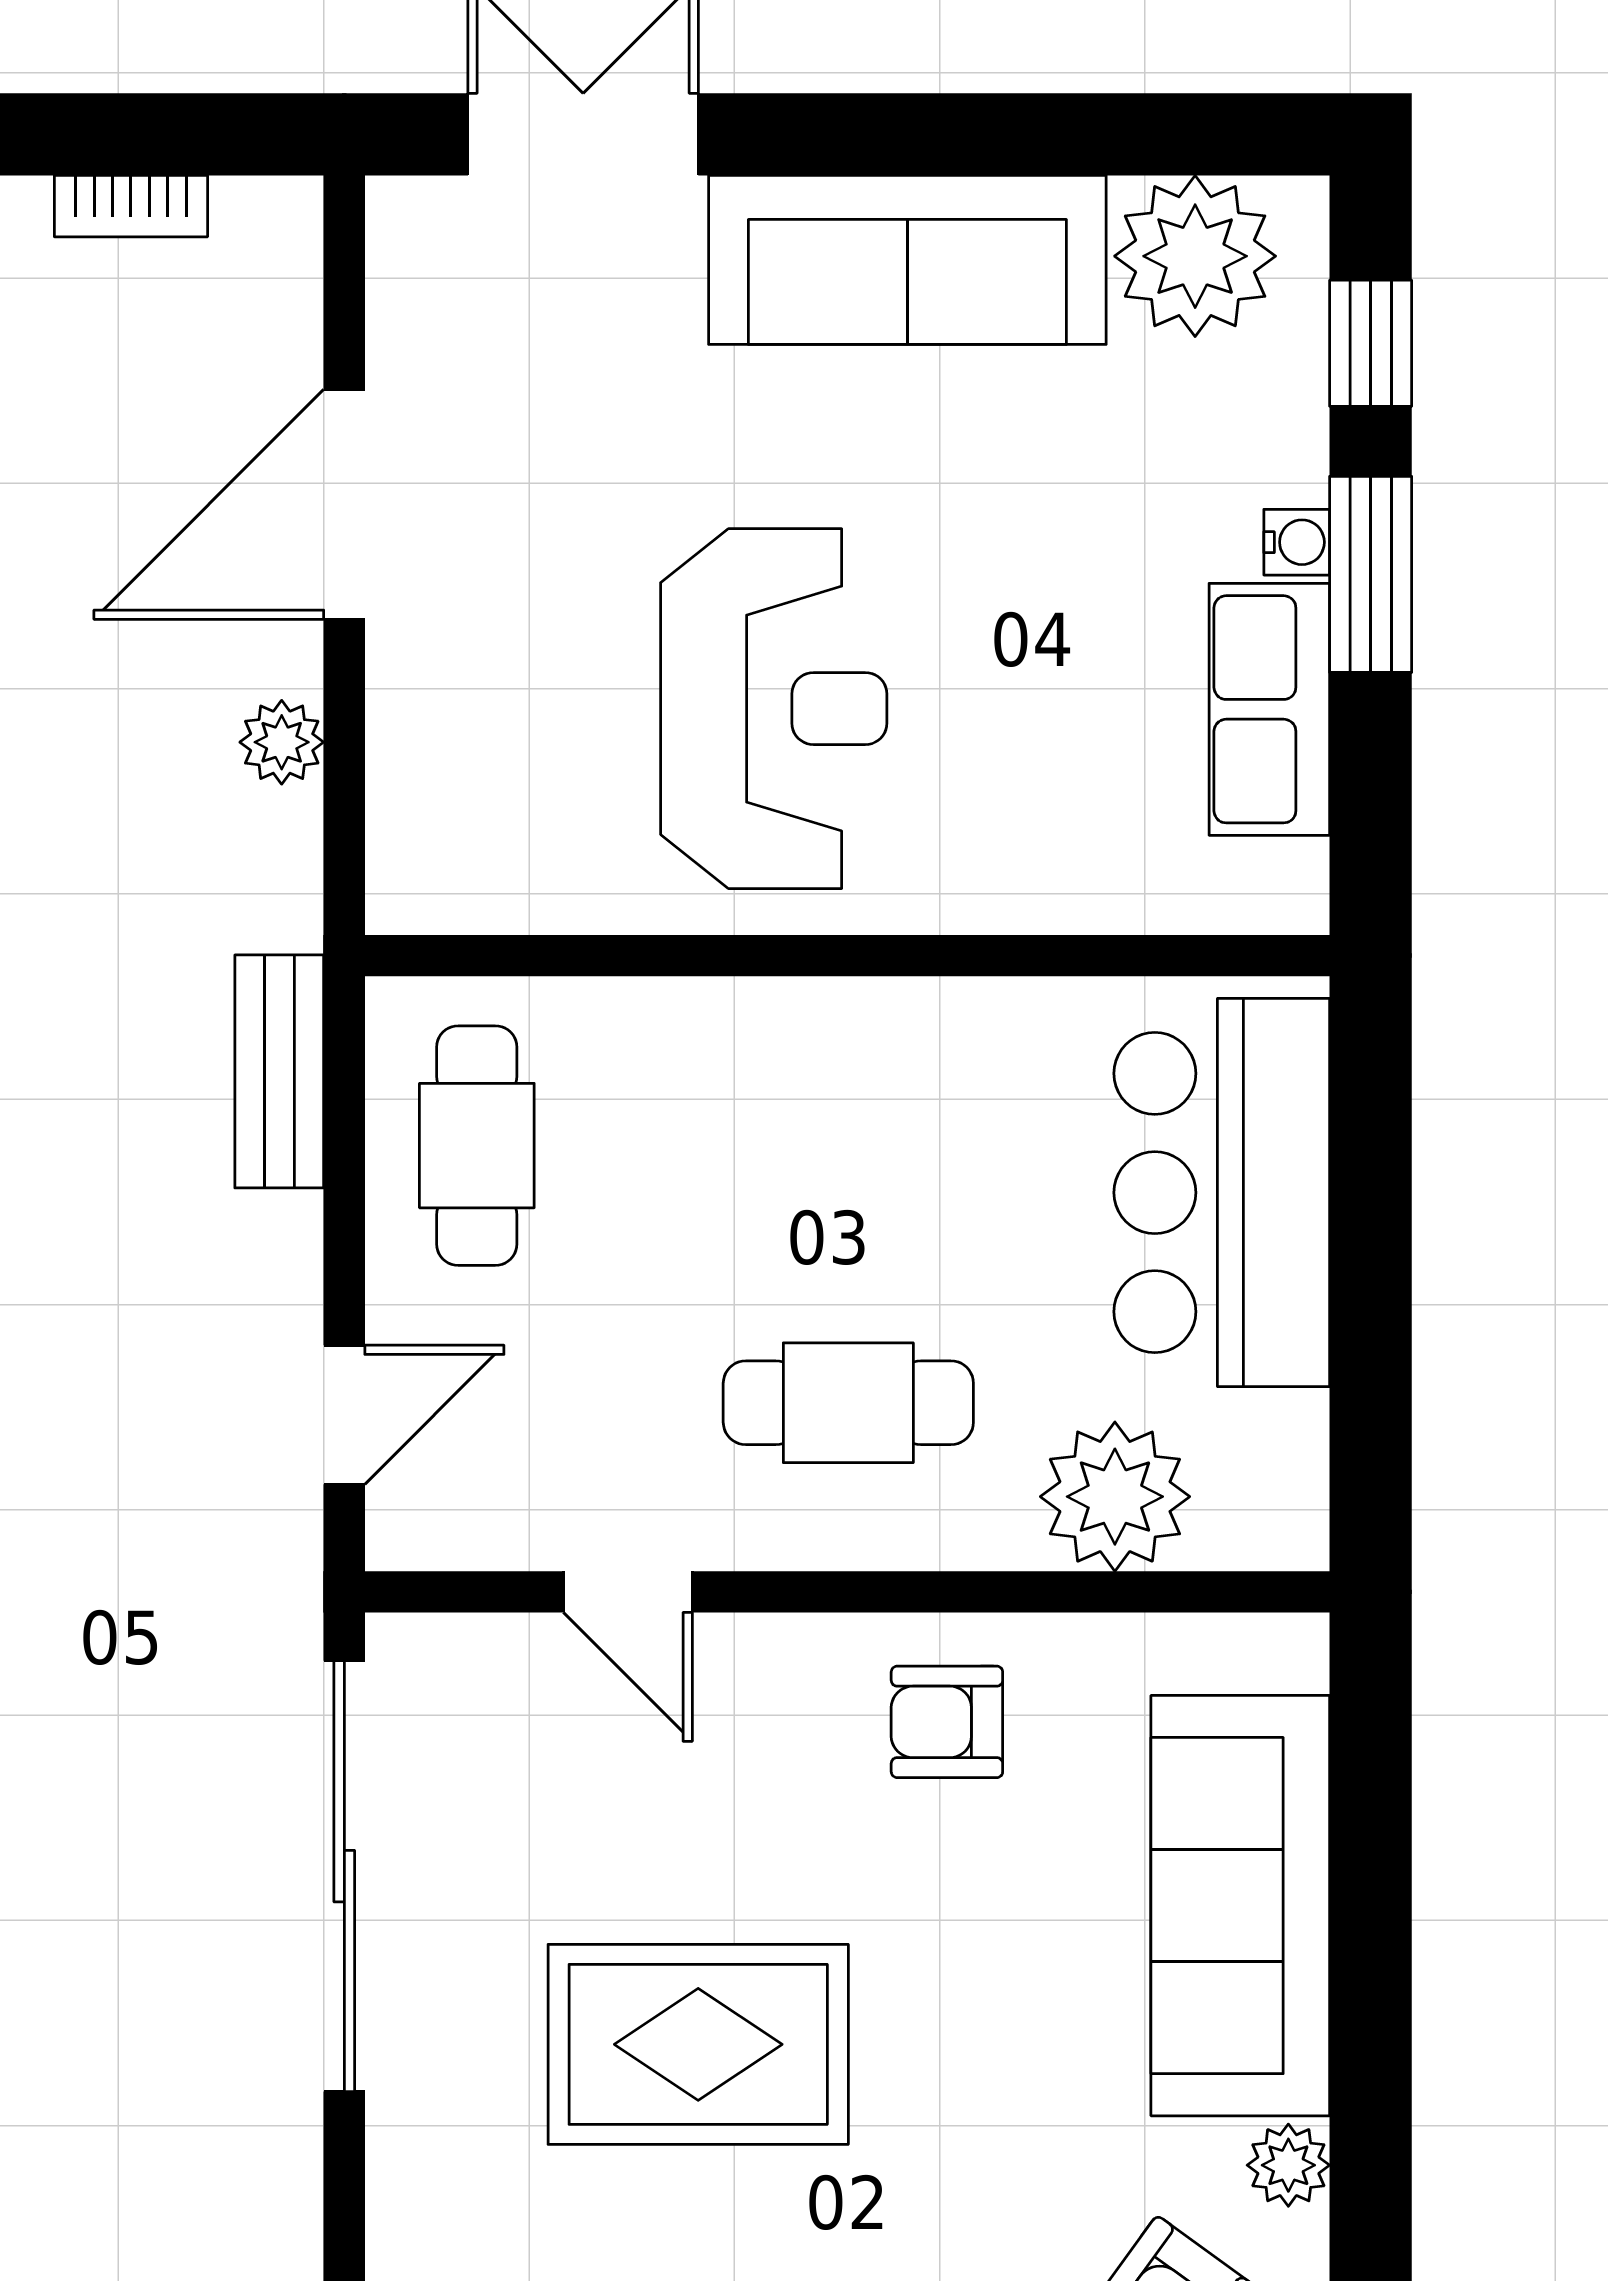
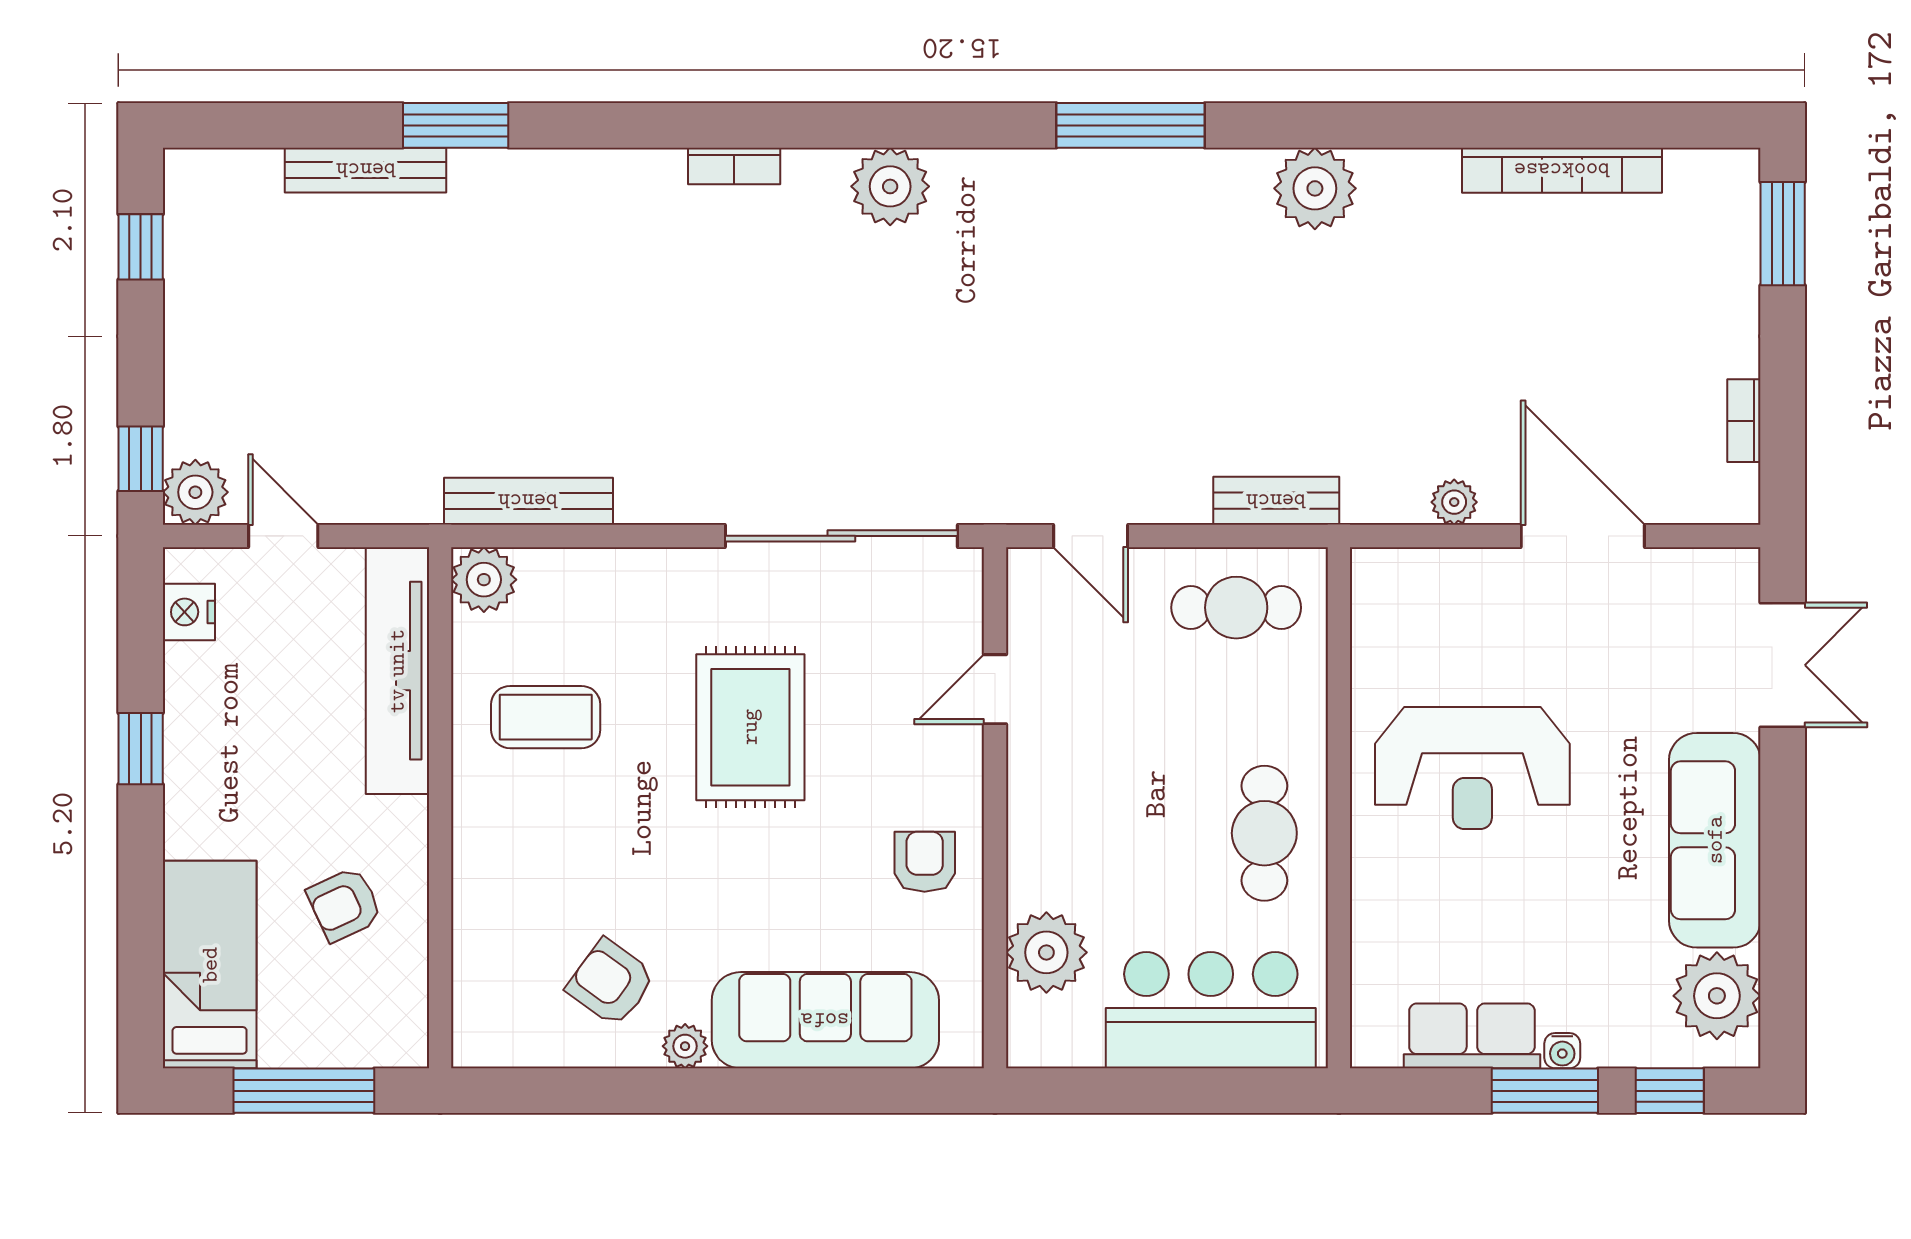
cafe table: (848, 1403) -> (1264, 833), moved

